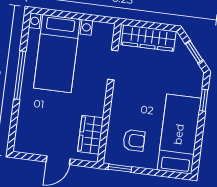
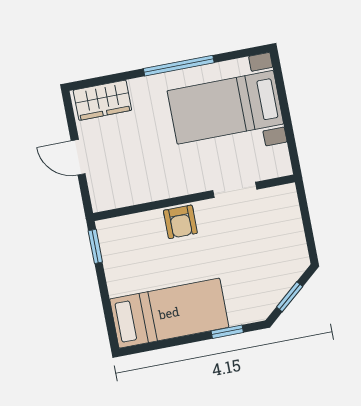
wardrobe: (149, 38) -> (288, 227), removed
wardrobe: (90, 135) -> (102, 100), moved, turned 180
armchair: (134, 140) -> (180, 222), moved

